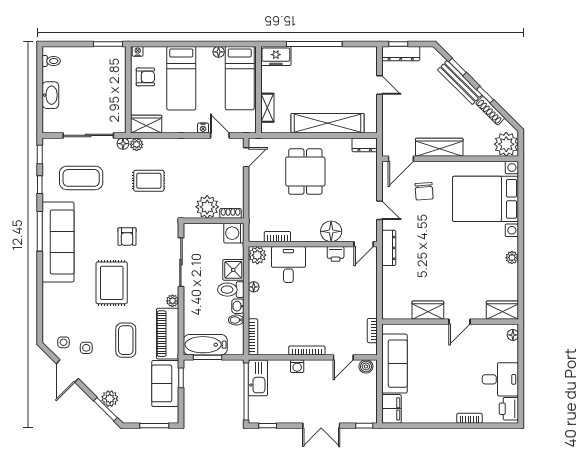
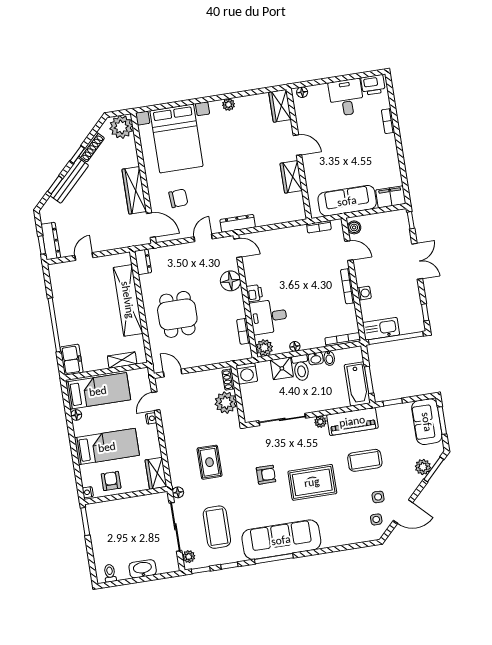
plant: (137, 144) -> (189, 557), moved
dining table: (305, 172) -> (177, 314), turned 90
printer: (336, 254) -> (254, 293), moved
sofa: (165, 383) -> (427, 422), moved, turned 90

